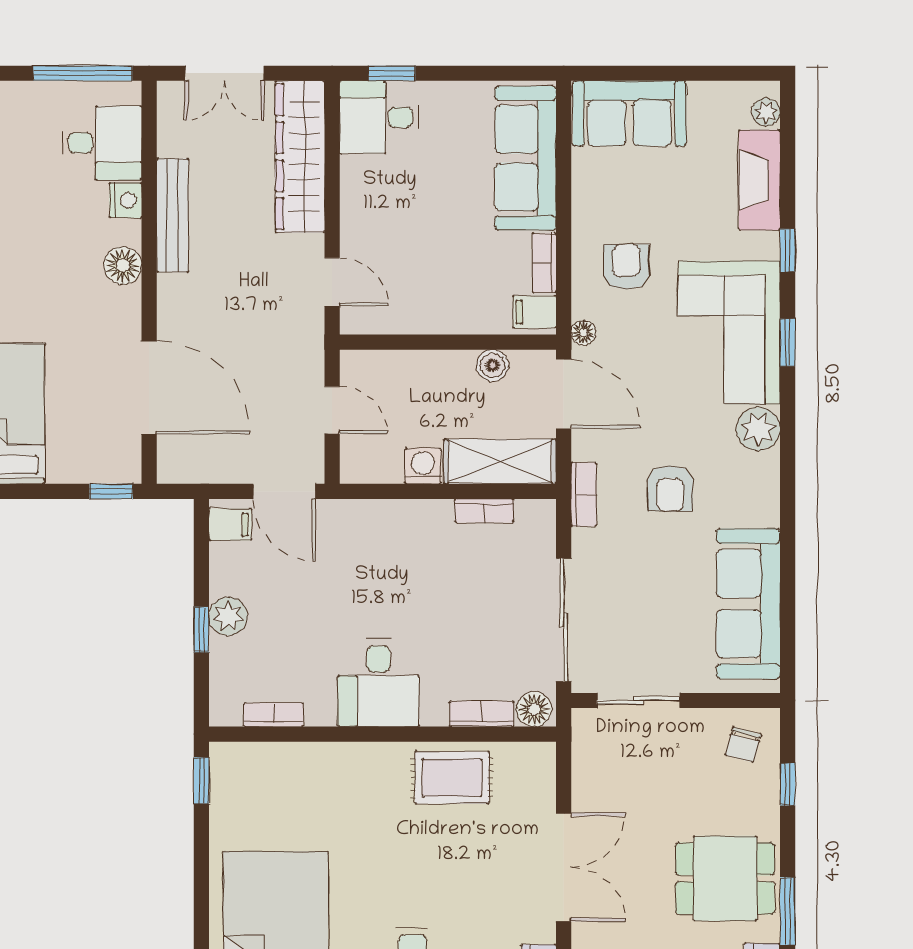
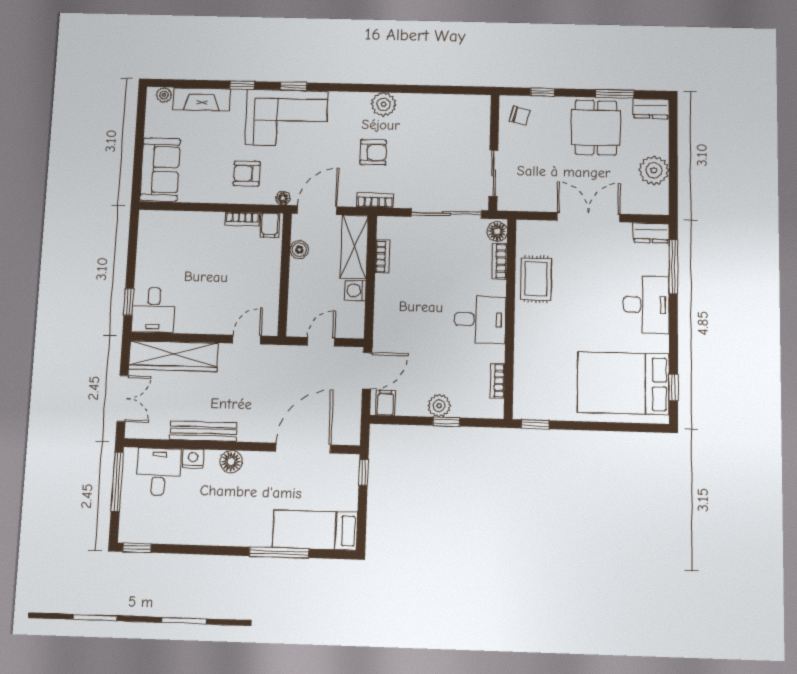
sofa: (525, 158) -> (182, 228), removed
plant: (758, 429) -> (384, 104), moved
sofa: (748, 604) -> (440, 111), removed

